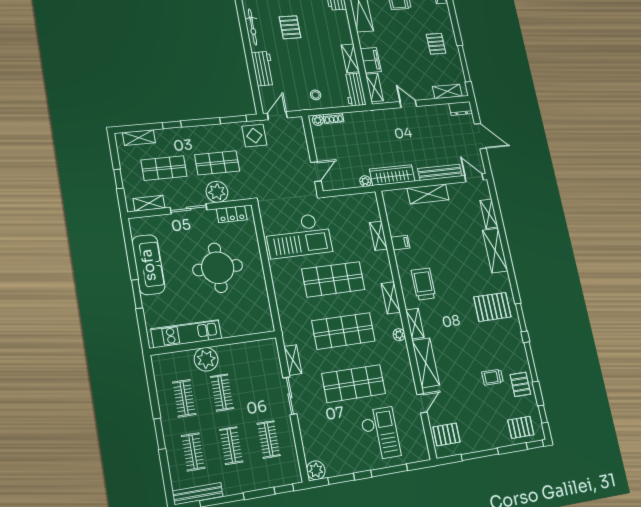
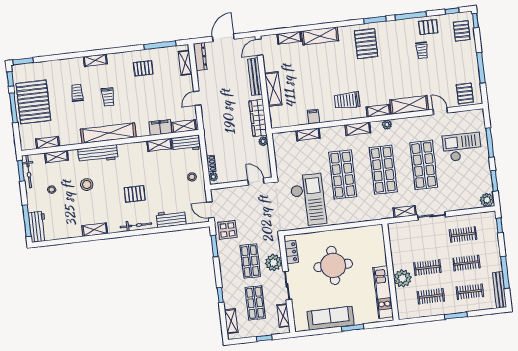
dresser: (461, 108) -> (200, 57), width x1.44

